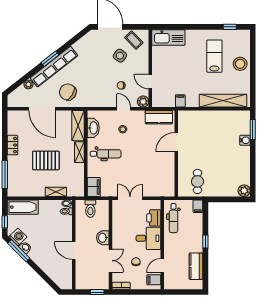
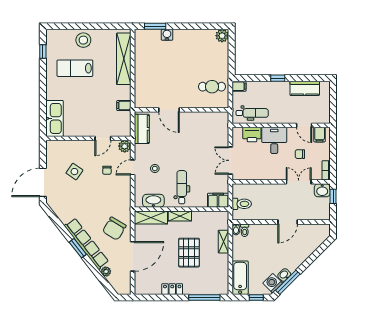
coffee table: (134, 40) -> (57, 156), removed
washbasin: (103, 238) -> (322, 190), moved

